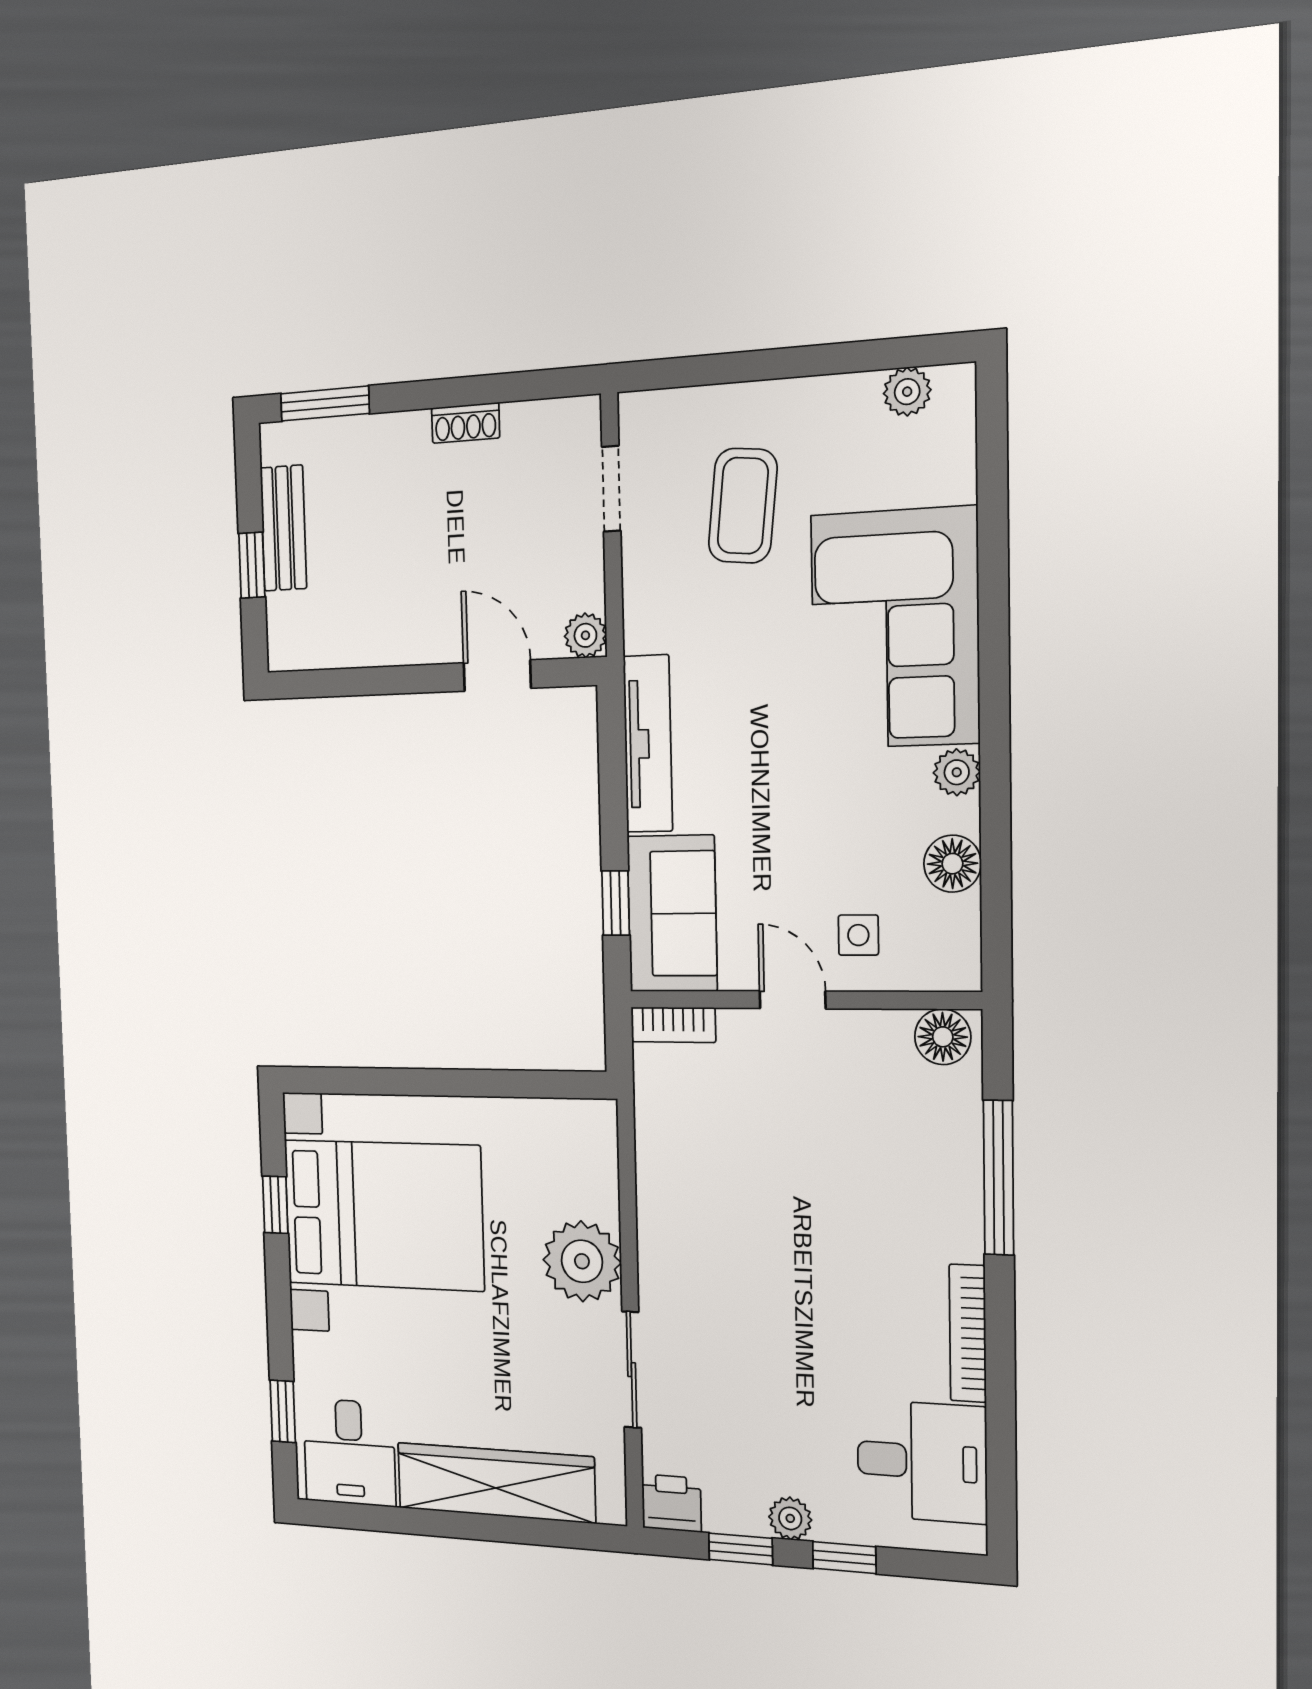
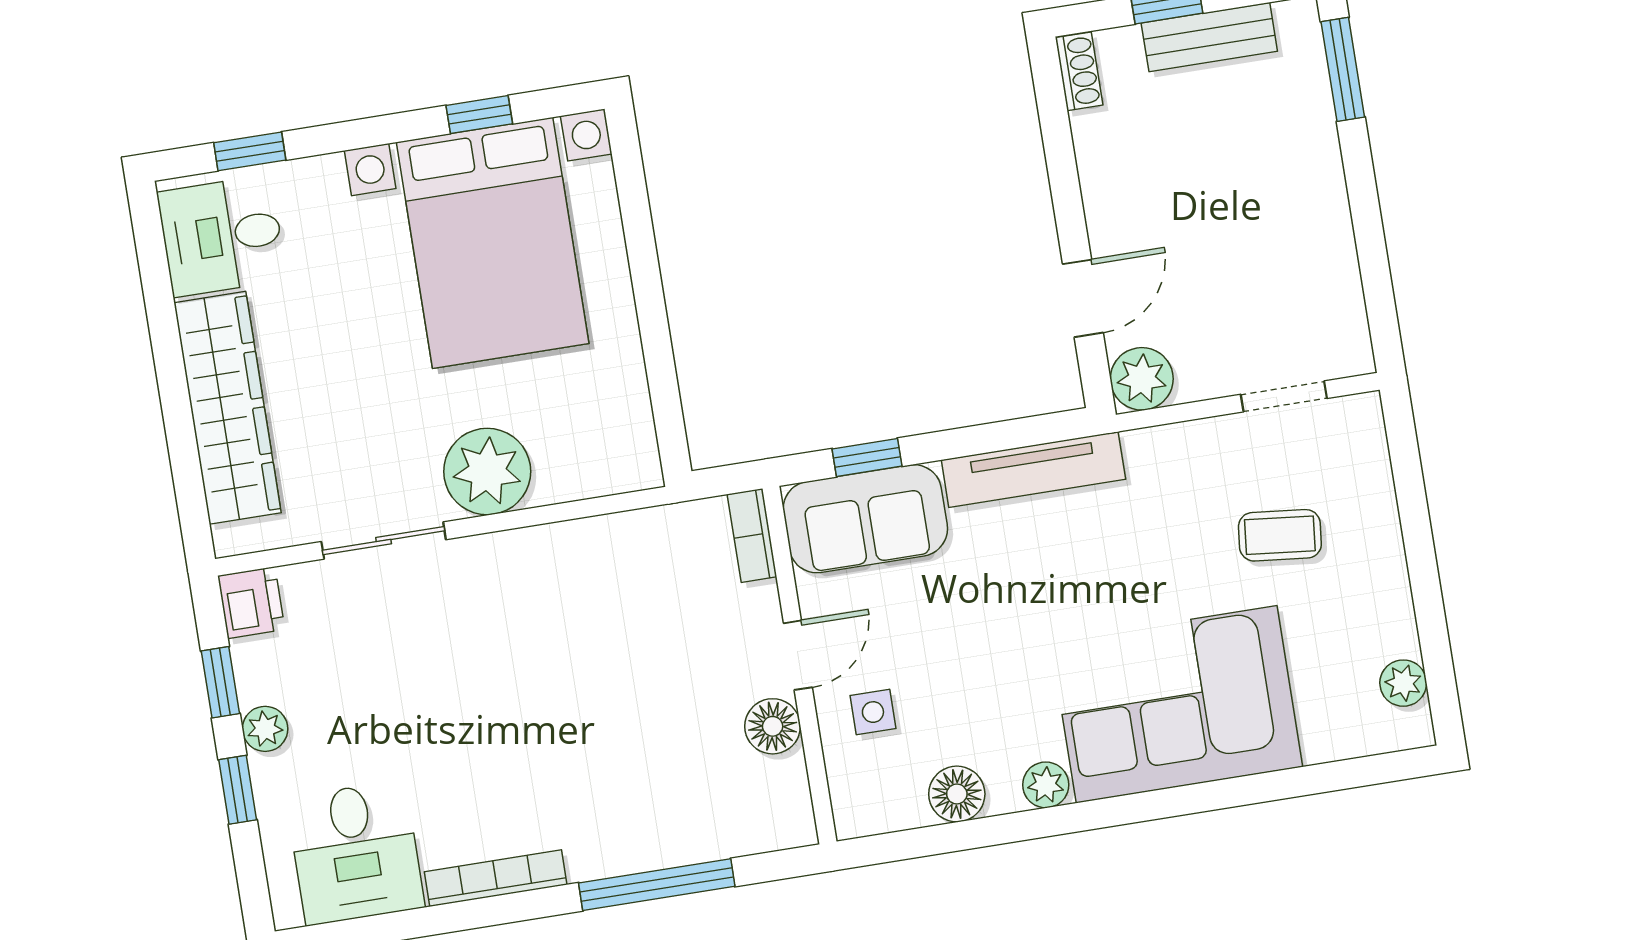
shoe rack: (466, 423) -> (1079, 71), moved, turned 180
coffee table: (743, 506) -> (1280, 535), width x0.73, depth x0.77
plant: (585, 635) -> (1142, 379), width x1.38, depth x1.38
floor lamp: (943, 1037) -> (773, 726), moved

